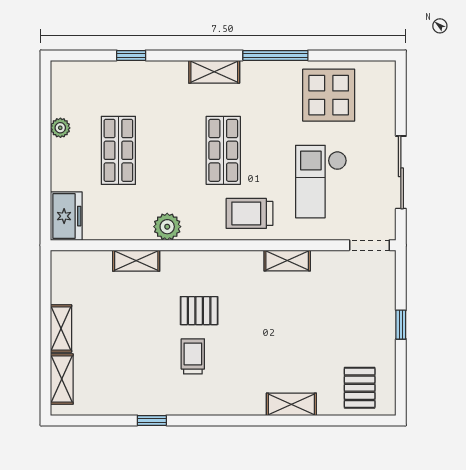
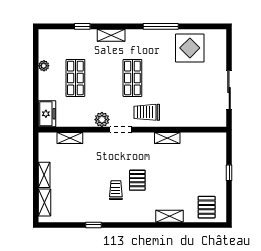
shelving: (214, 72) -> (111, 35), moved
checkout: (321, 182) -> (186, 95), removed
doorway: (369, 245) -> (121, 130), moved
shelving: (136, 261) -> (70, 138), moved
pallet: (199, 311) -> (137, 180), moved, turned 90

